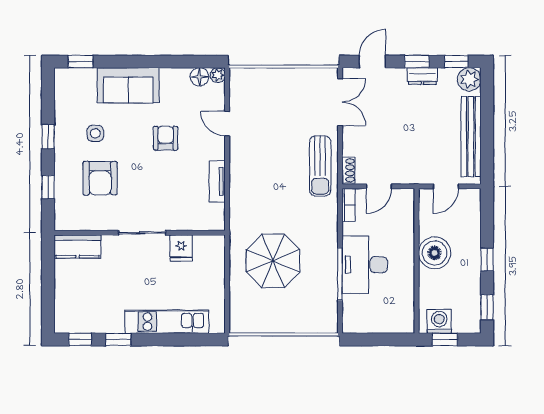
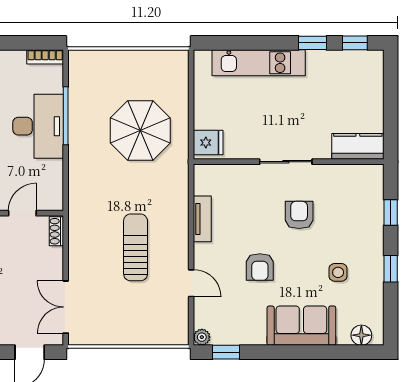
window: (81, 62) -> (226, 352), moved
floor lamp: (199, 77) -> (361, 335), moved
sun lounger: (320, 166) -> (136, 247), moved
armchair: (100, 178) -> (299, 215), moved, width x0.72, depth x0.72
bookcase: (349, 205) -> (45, 57), moved, turned -90
fridge: (181, 248) -> (208, 143), moved, turned 90

